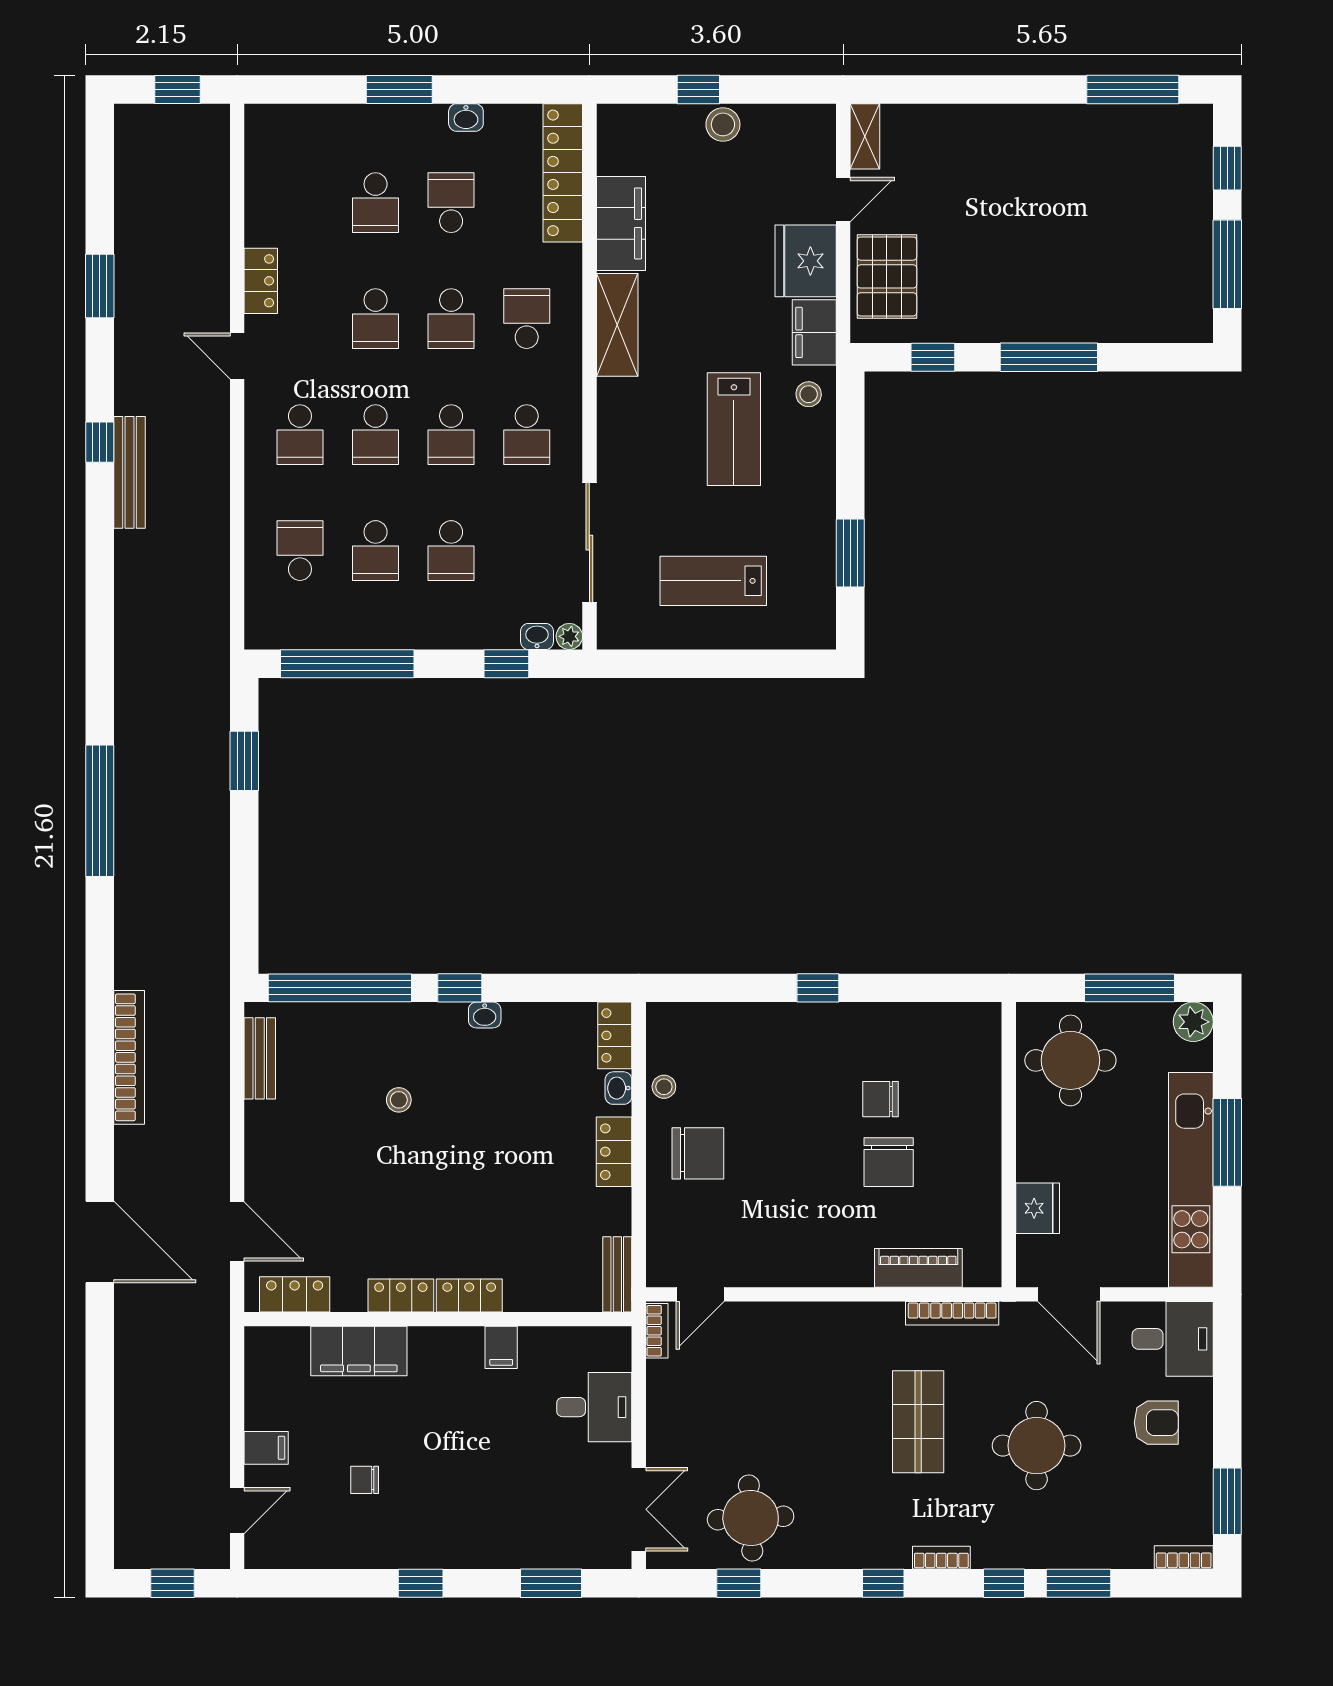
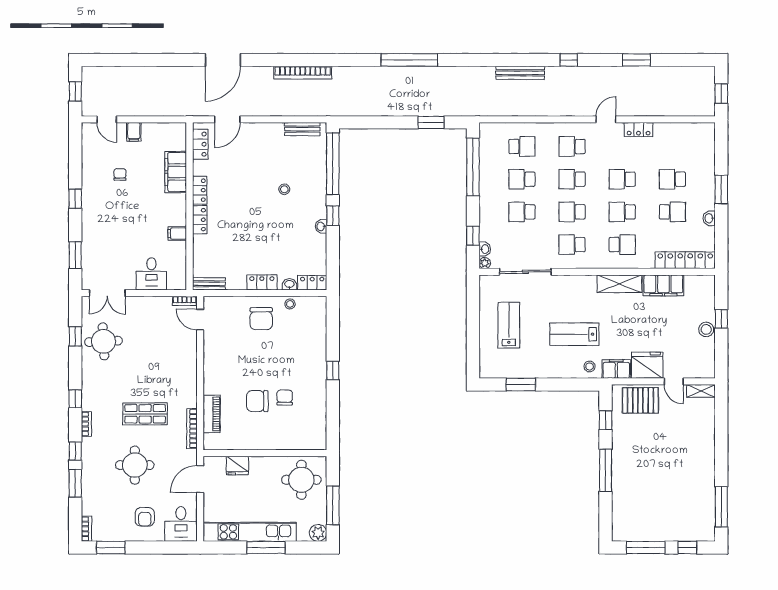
bench: (130, 472) -> (520, 73), moved

